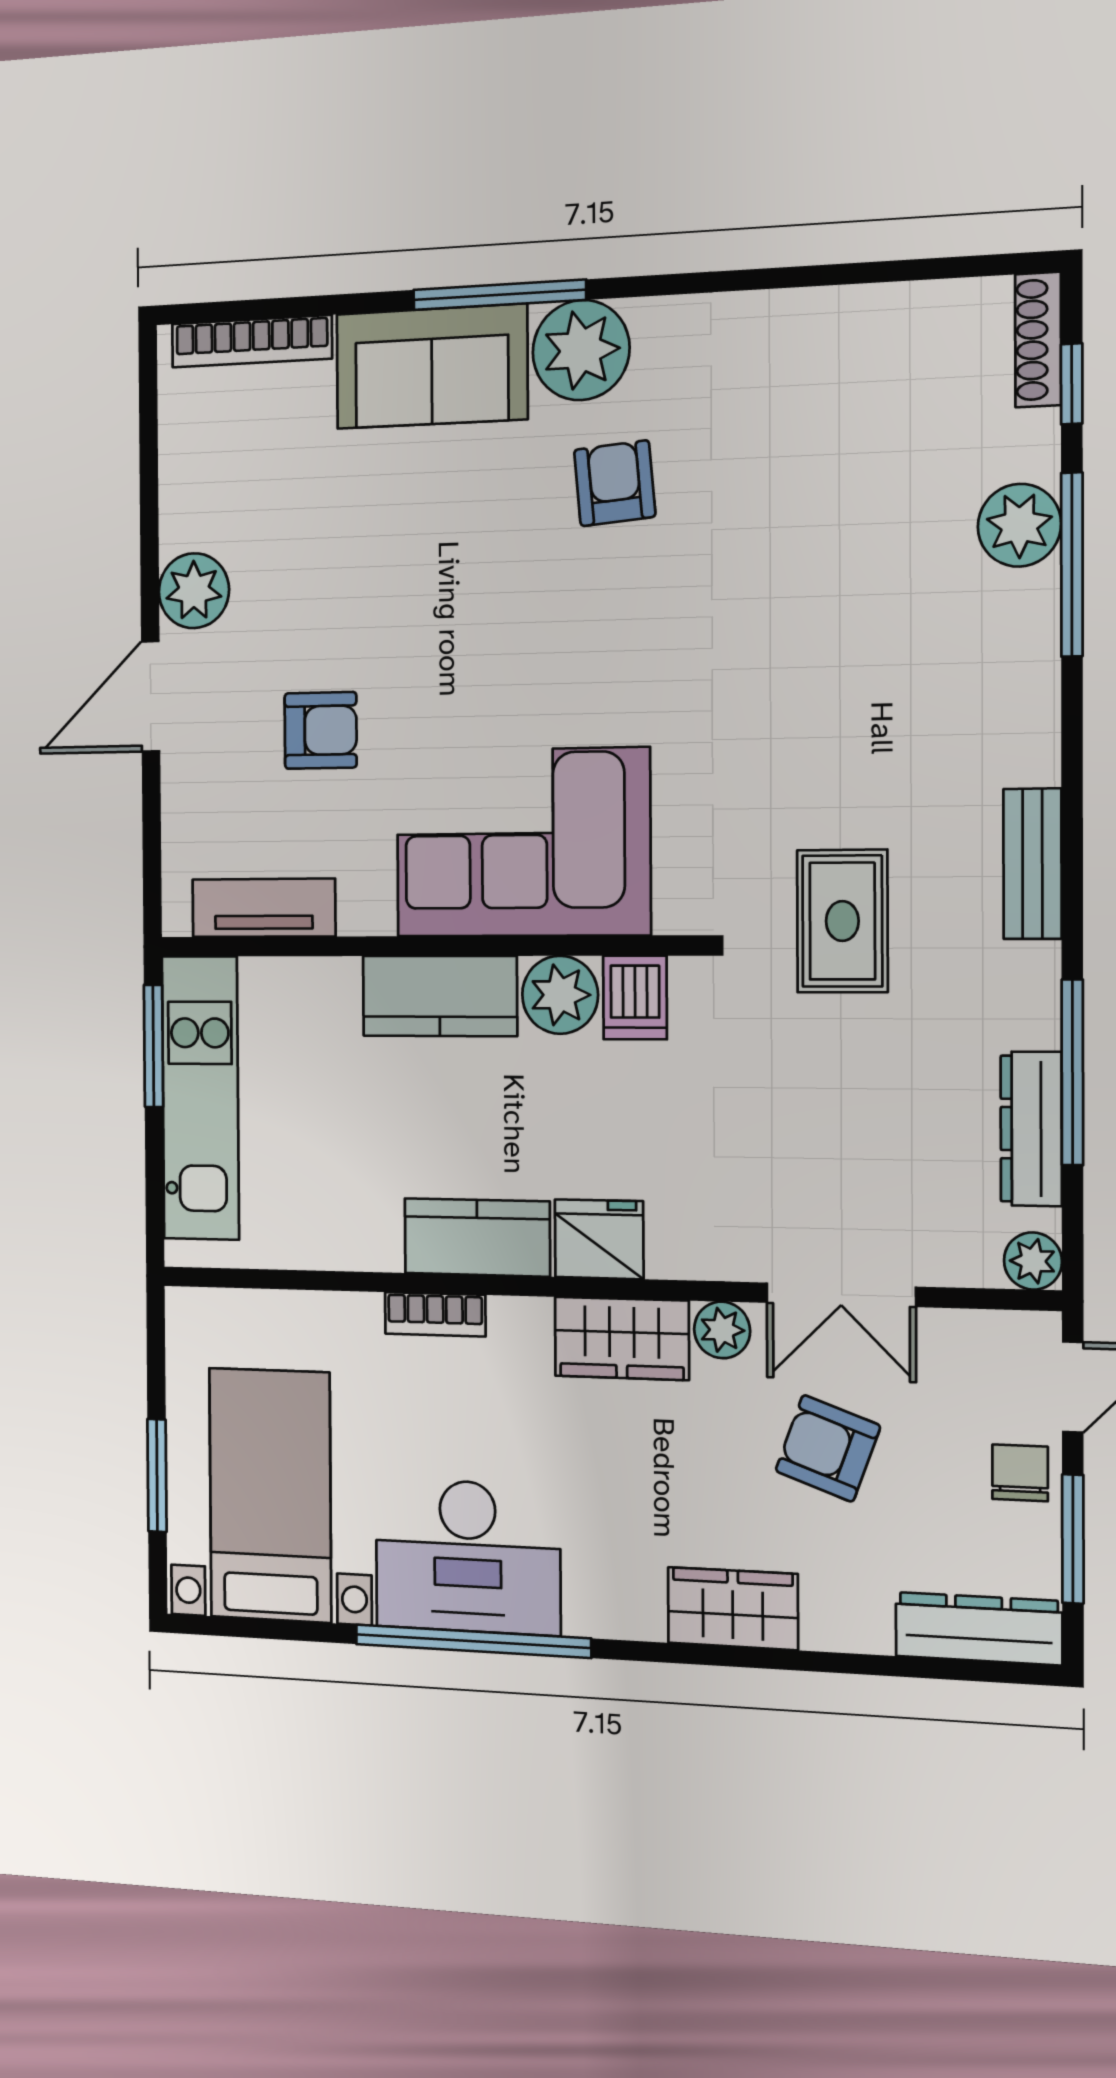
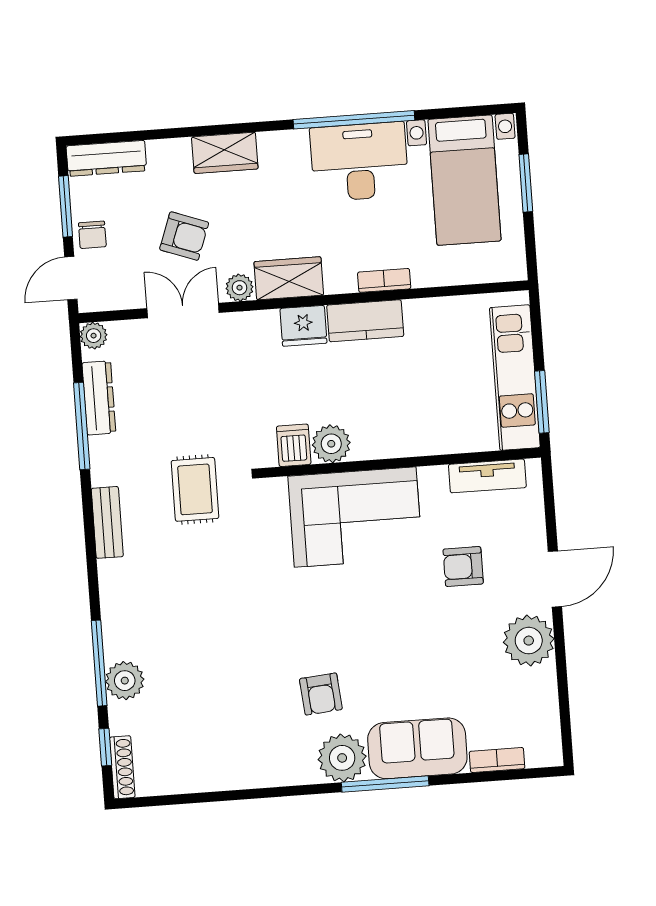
bookcase: (252, 341) -> (497, 760), width x0.64
plant: (194, 591) -> (529, 641), width x1.36, depth x1.36
kitchen counter: (440, 996) -> (392, 439), removed

